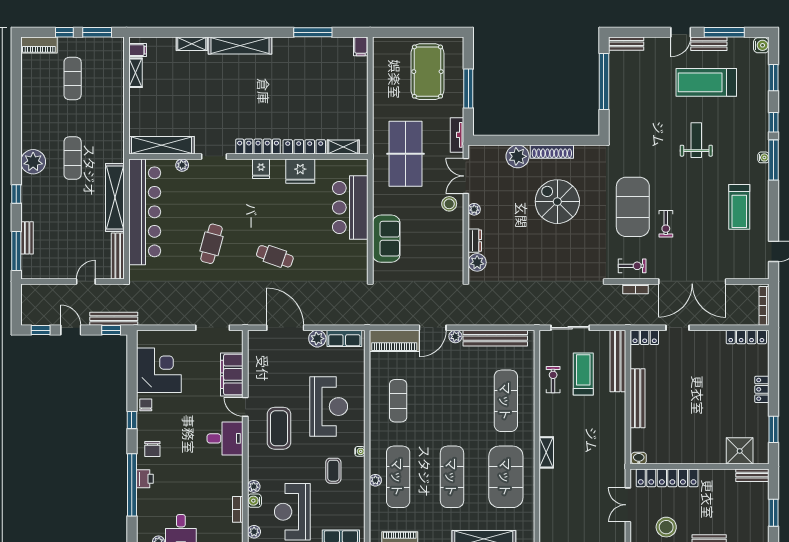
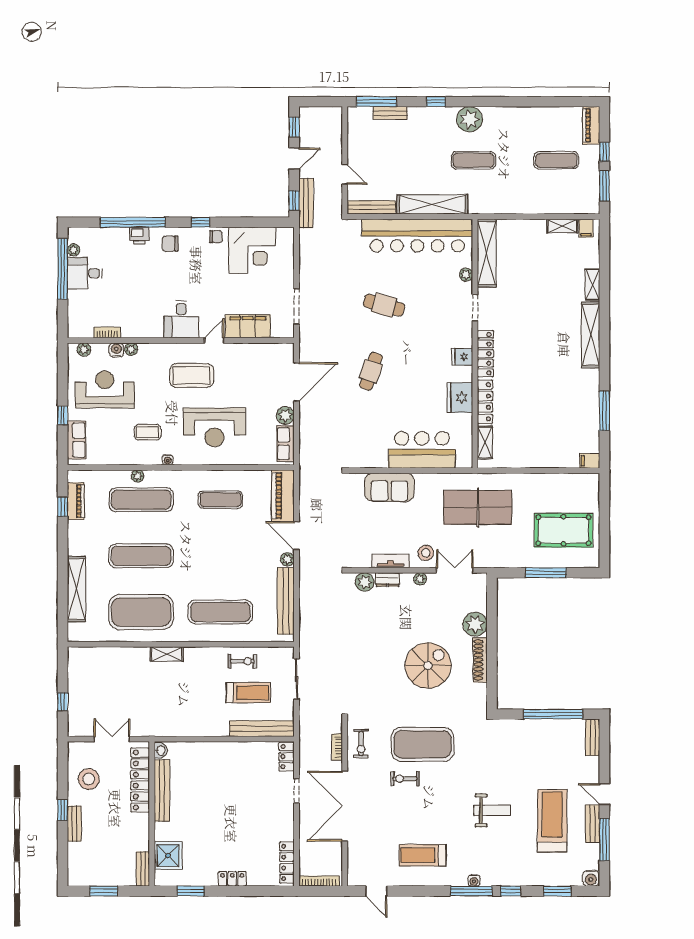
tv unit: (457, 135) -> (391, 561), moved
bench: (638, 398) -> (162, 790), moved, turned 90

